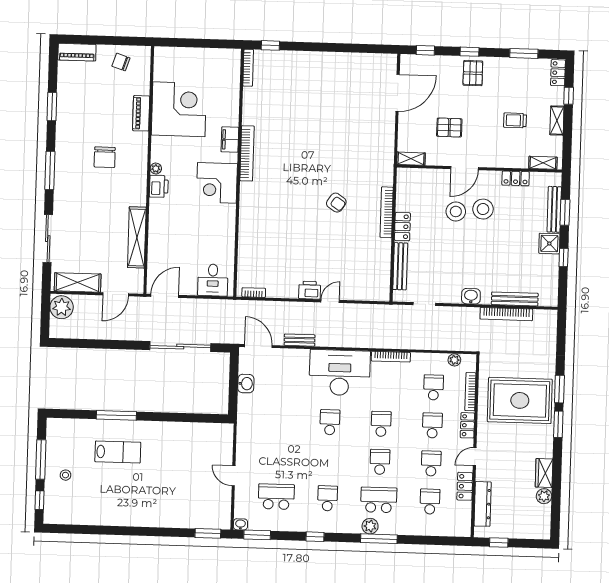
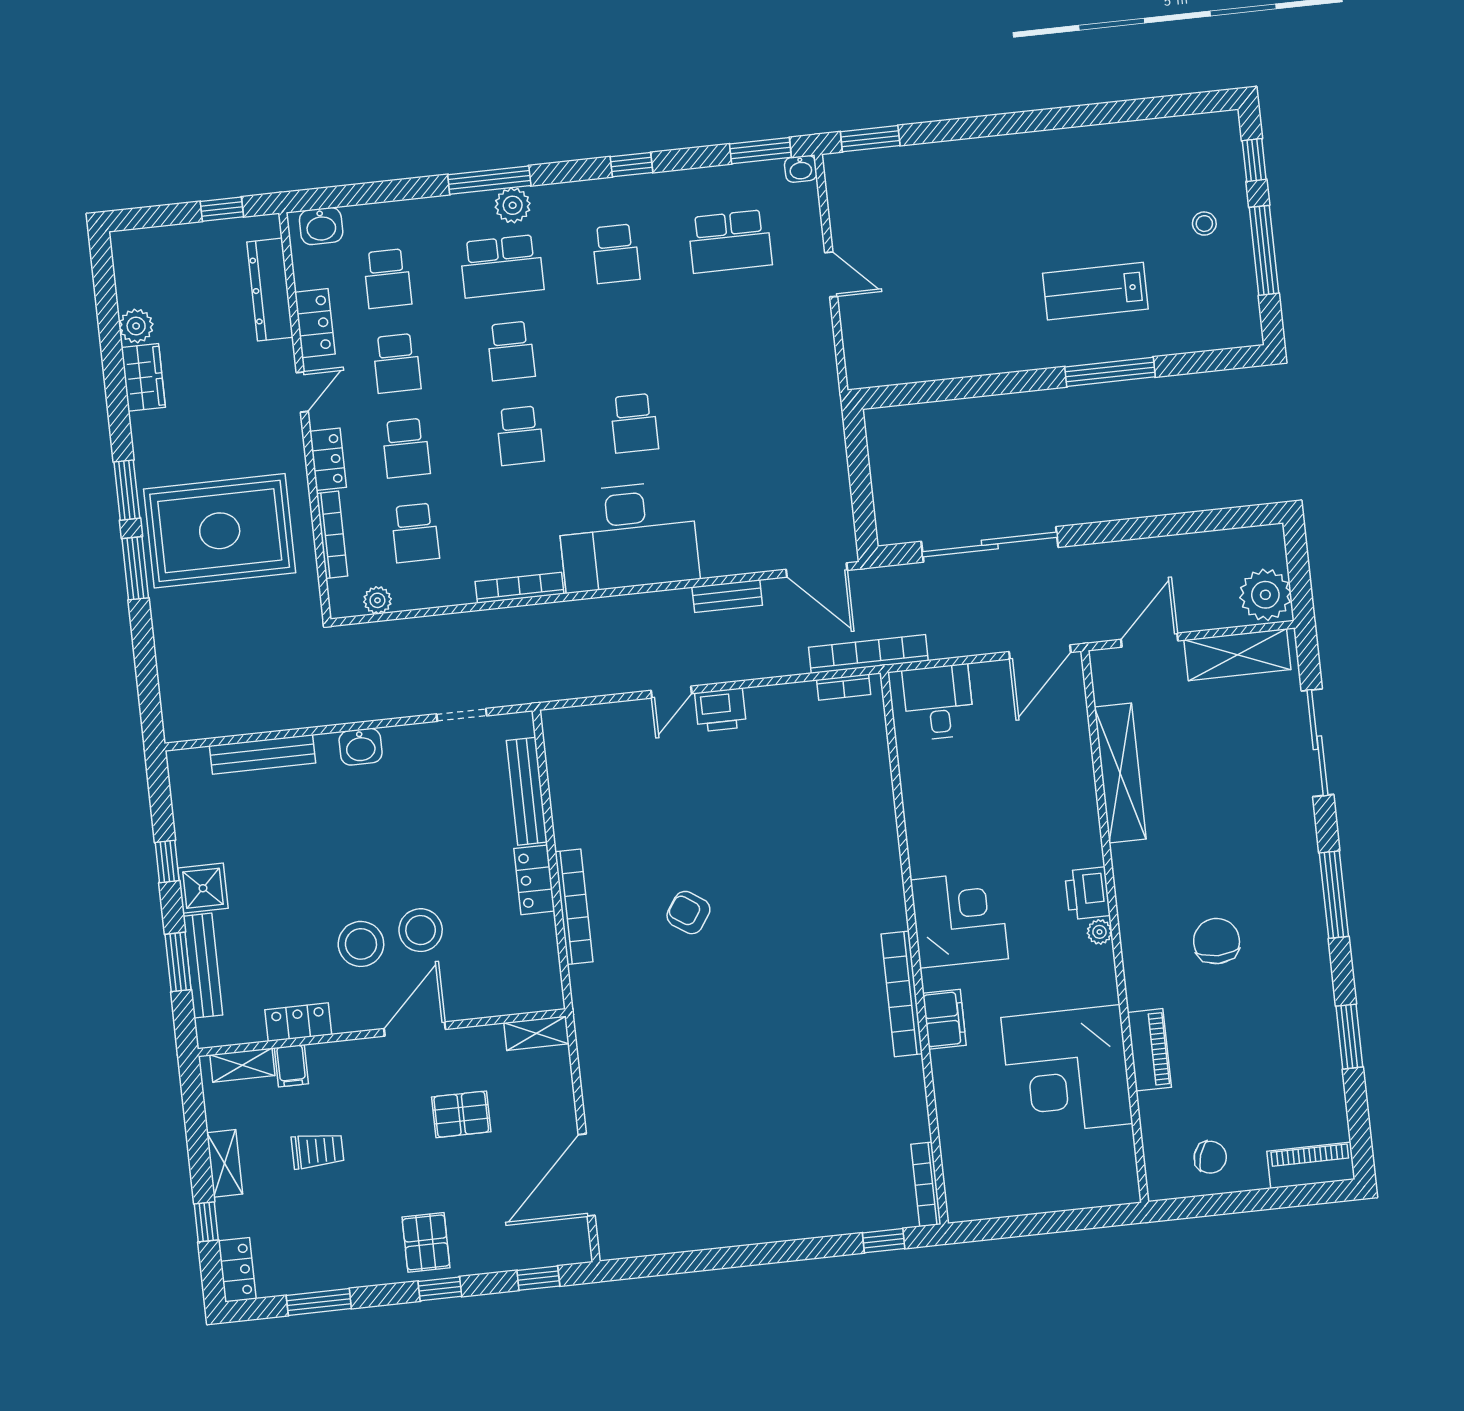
filing cabinet: (521, 160) -> (291, 1066), added
bookcase: (506, 314) -> (868, 654), moved
washbasin: (246, 384) -> (321, 226), moved, turned -90

